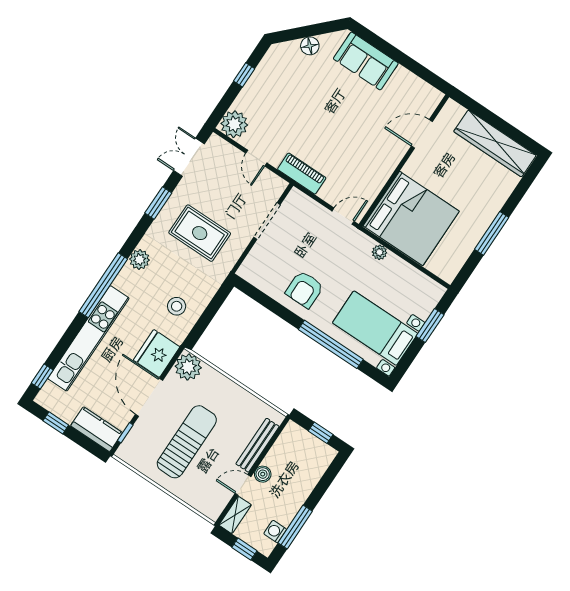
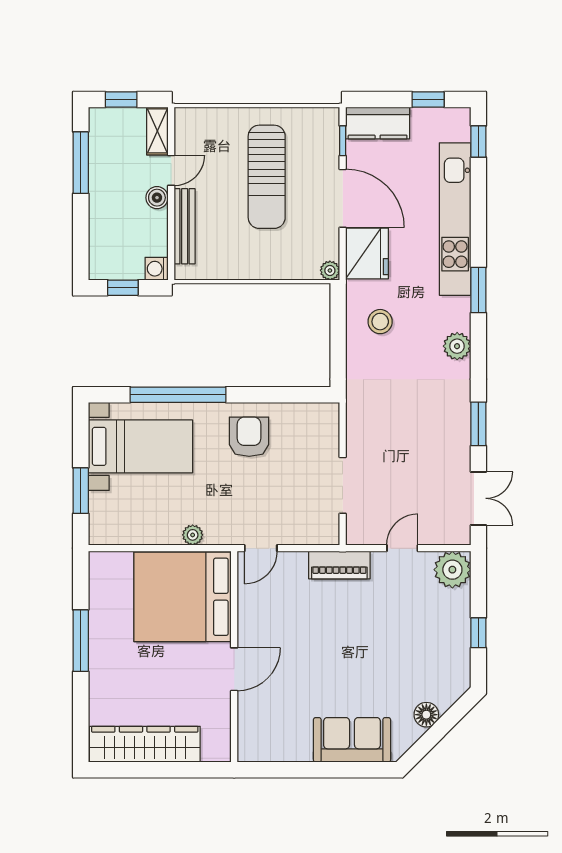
door: (422, 134) -> (234, 669), moved
door: (256, 158) -> (402, 548), hinge flipped
rug: (200, 233) -> (409, 421), removed
window: (103, 285) -> (478, 290), width x0.47
plant: (188, 367) -> (330, 270), width x0.53, depth x0.53
washing machine: (275, 531) -> (157, 269), moved, turned 180

